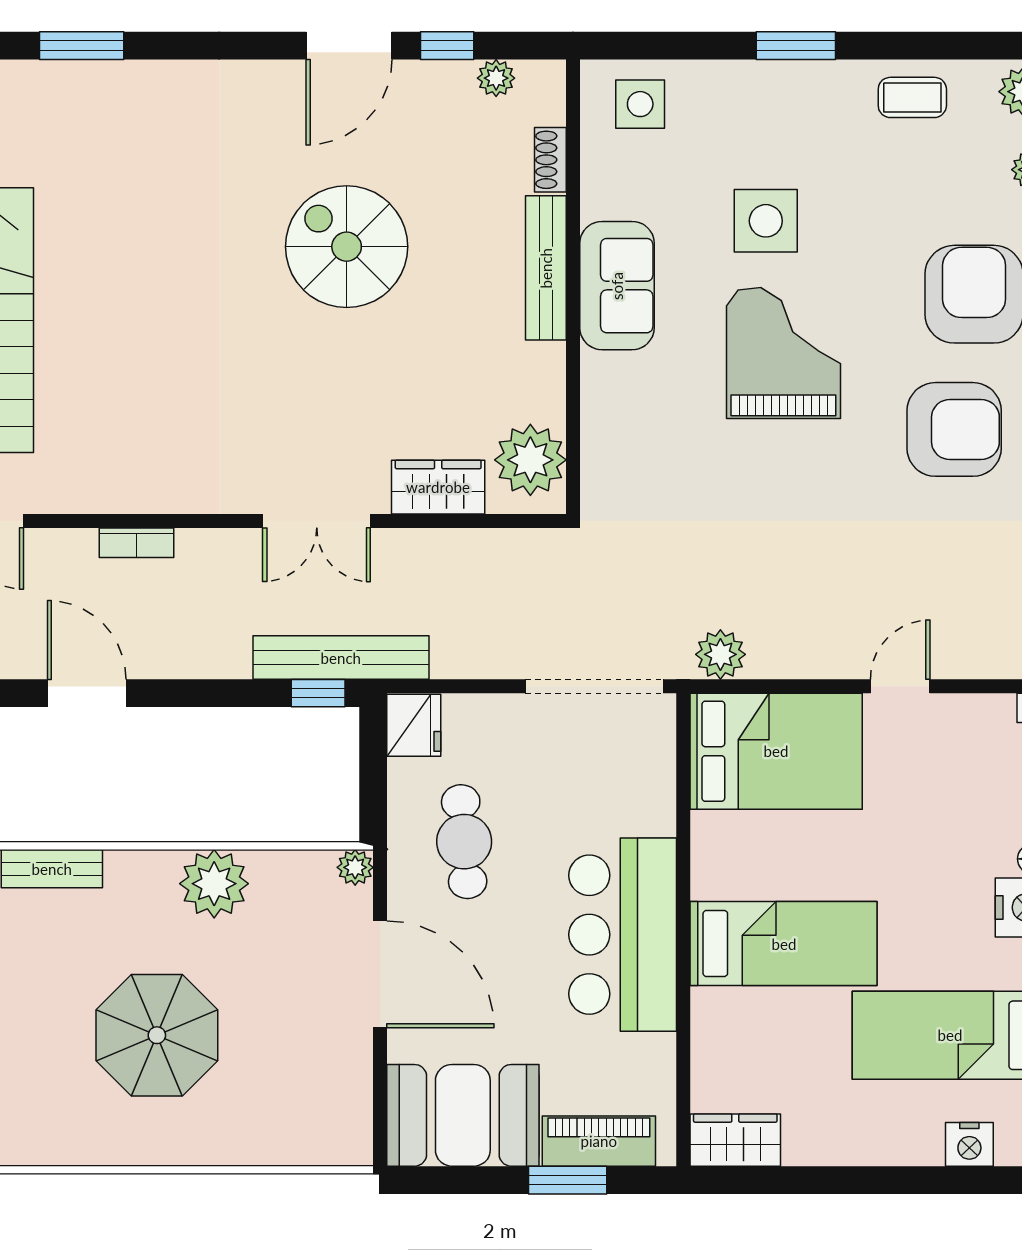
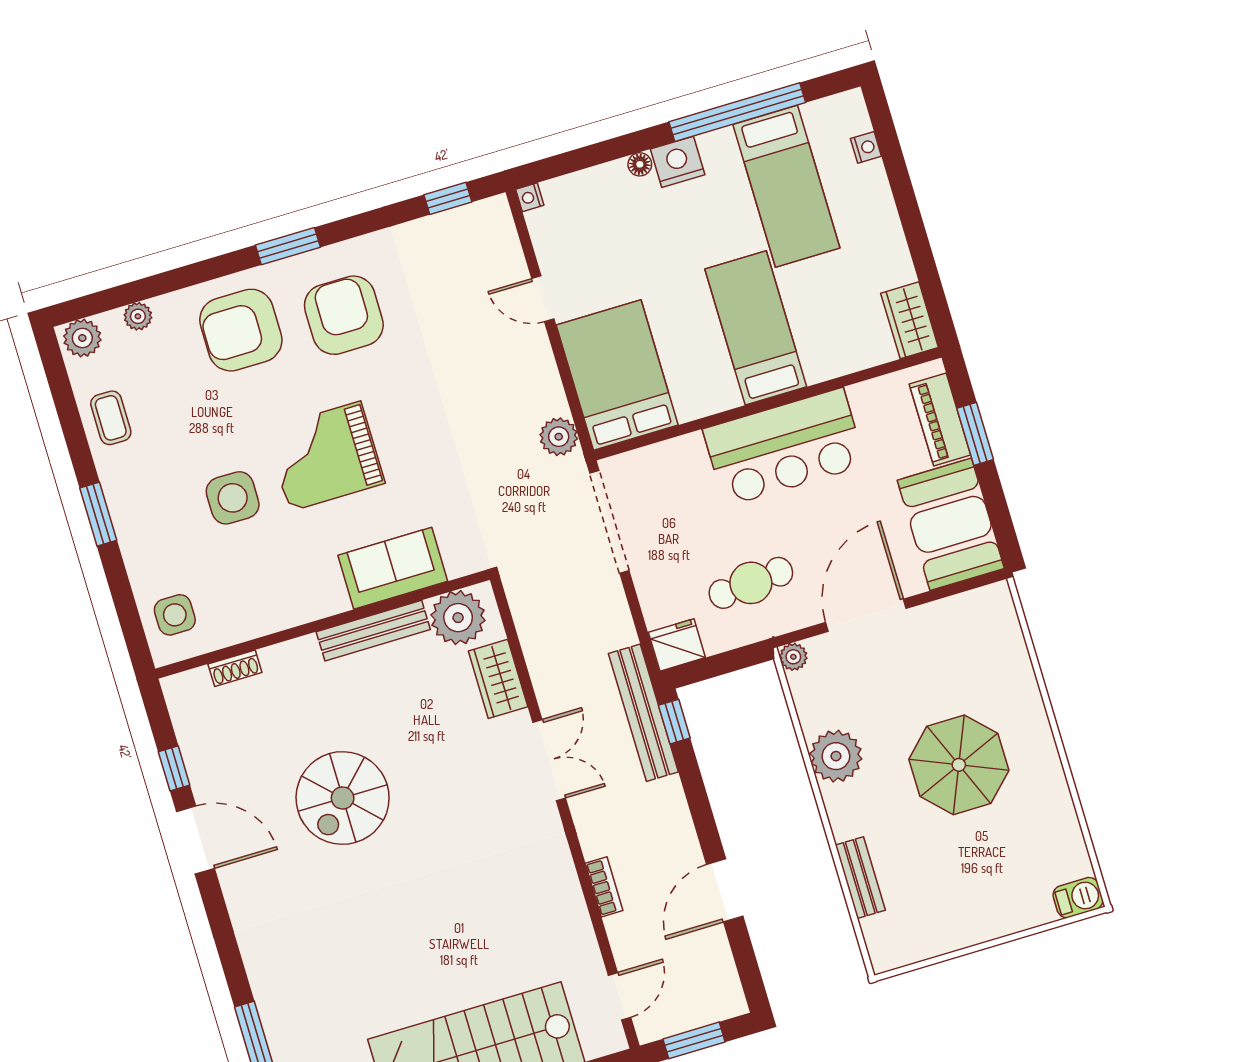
plant: (496, 78) -> (187, 726), removed
bench: (546, 268) -> (373, 631), moved
sofa: (617, 286) -> (393, 568), moved
nightstand: (969, 1144) -> (866, 147), width x0.72, depth x0.74

